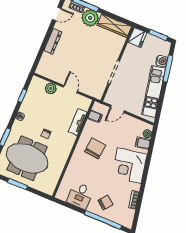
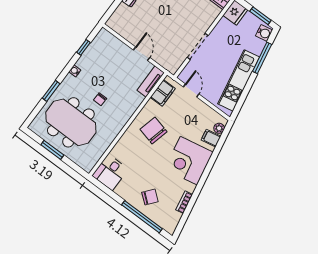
water cooler: (162, 61) -> (264, 33), moved
plant: (51, 88) -> (119, 47), removed
door: (117, 109) -> (191, 91), swing flipped
filing cabinet: (95, 116) -> (163, 93), width x2.00
tv unit: (78, 122) -> (151, 81), moved
chair: (95, 148) -> (153, 130), turned -82
desk: (80, 196) -> (110, 172), moved

